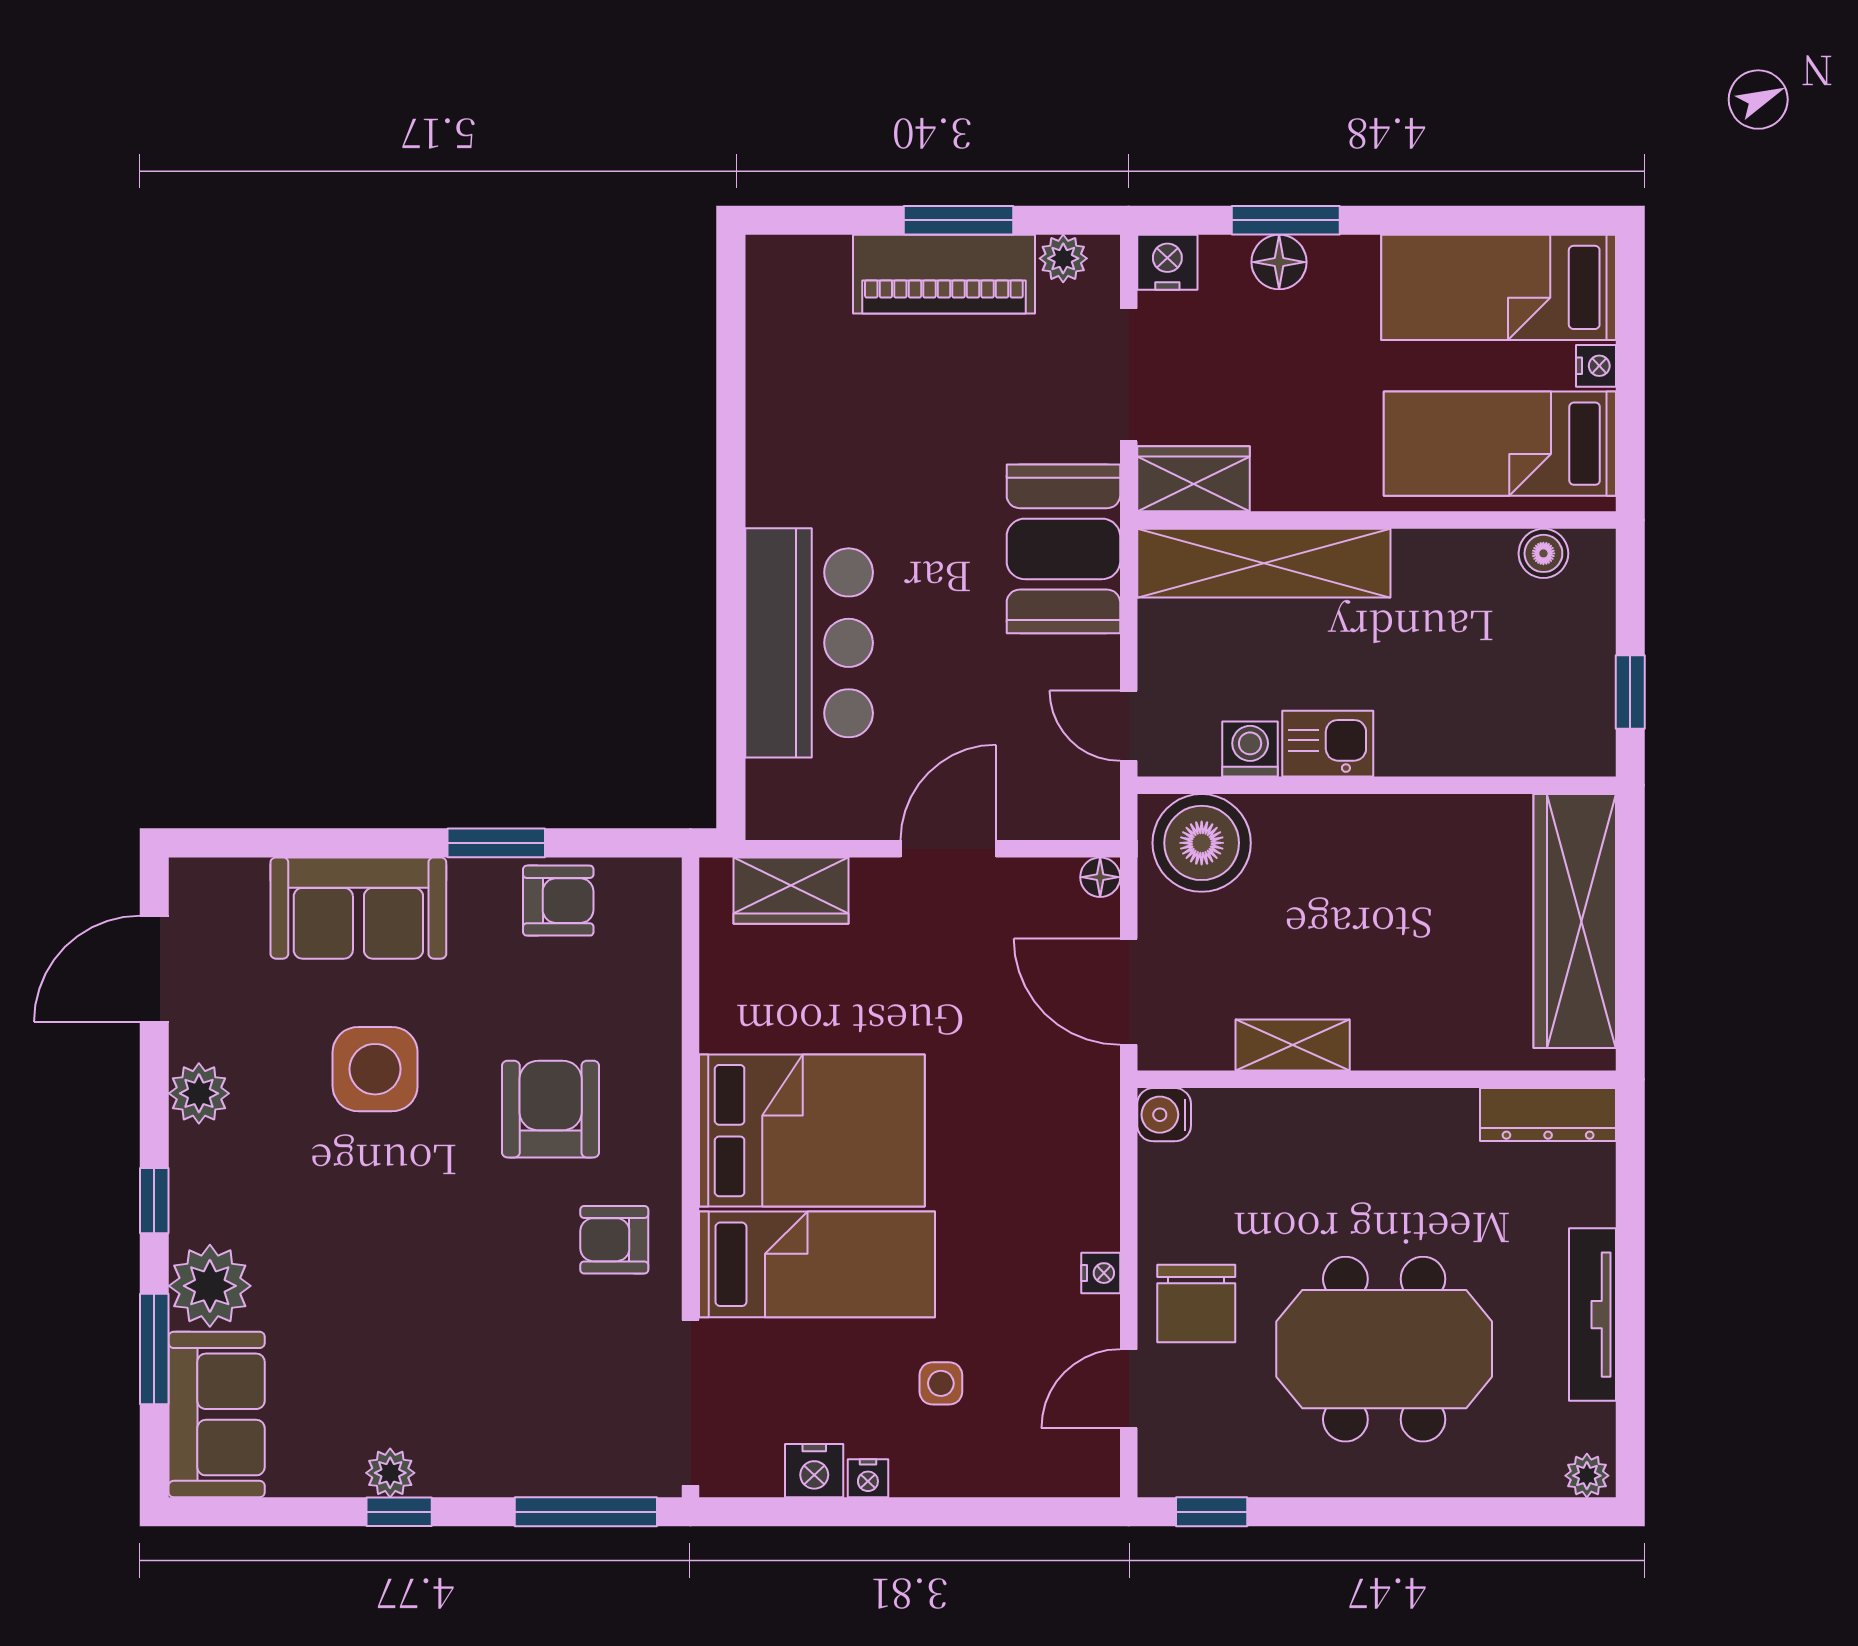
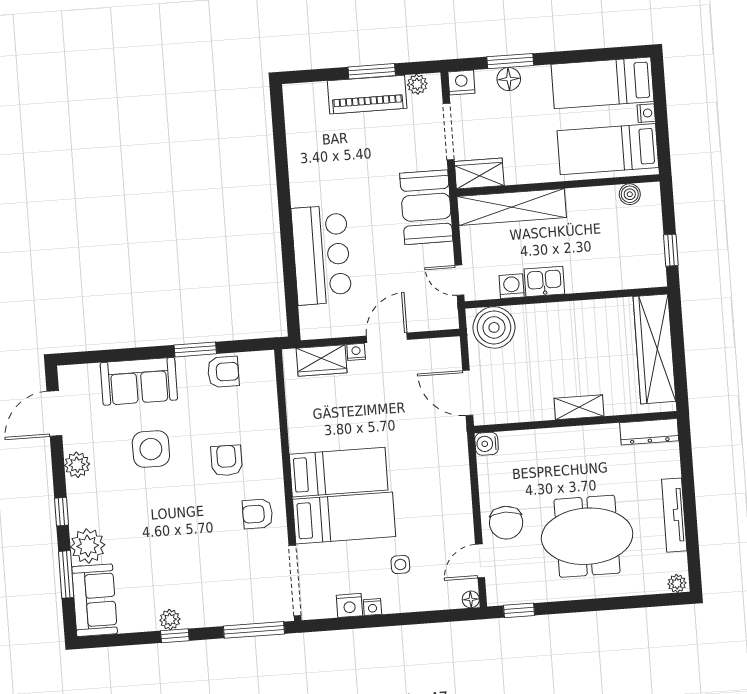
floor lamp: (1100, 877) -> (471, 599), moved
shelving: (1293, 1045) -> (579, 407), moved
armchair: (551, 1109) -> (226, 460), width x0.72, depth x0.72
bed: (812, 1131) -> (339, 472), width x0.67
nightstand: (1101, 1273) -> (356, 352), moved, turned -90

